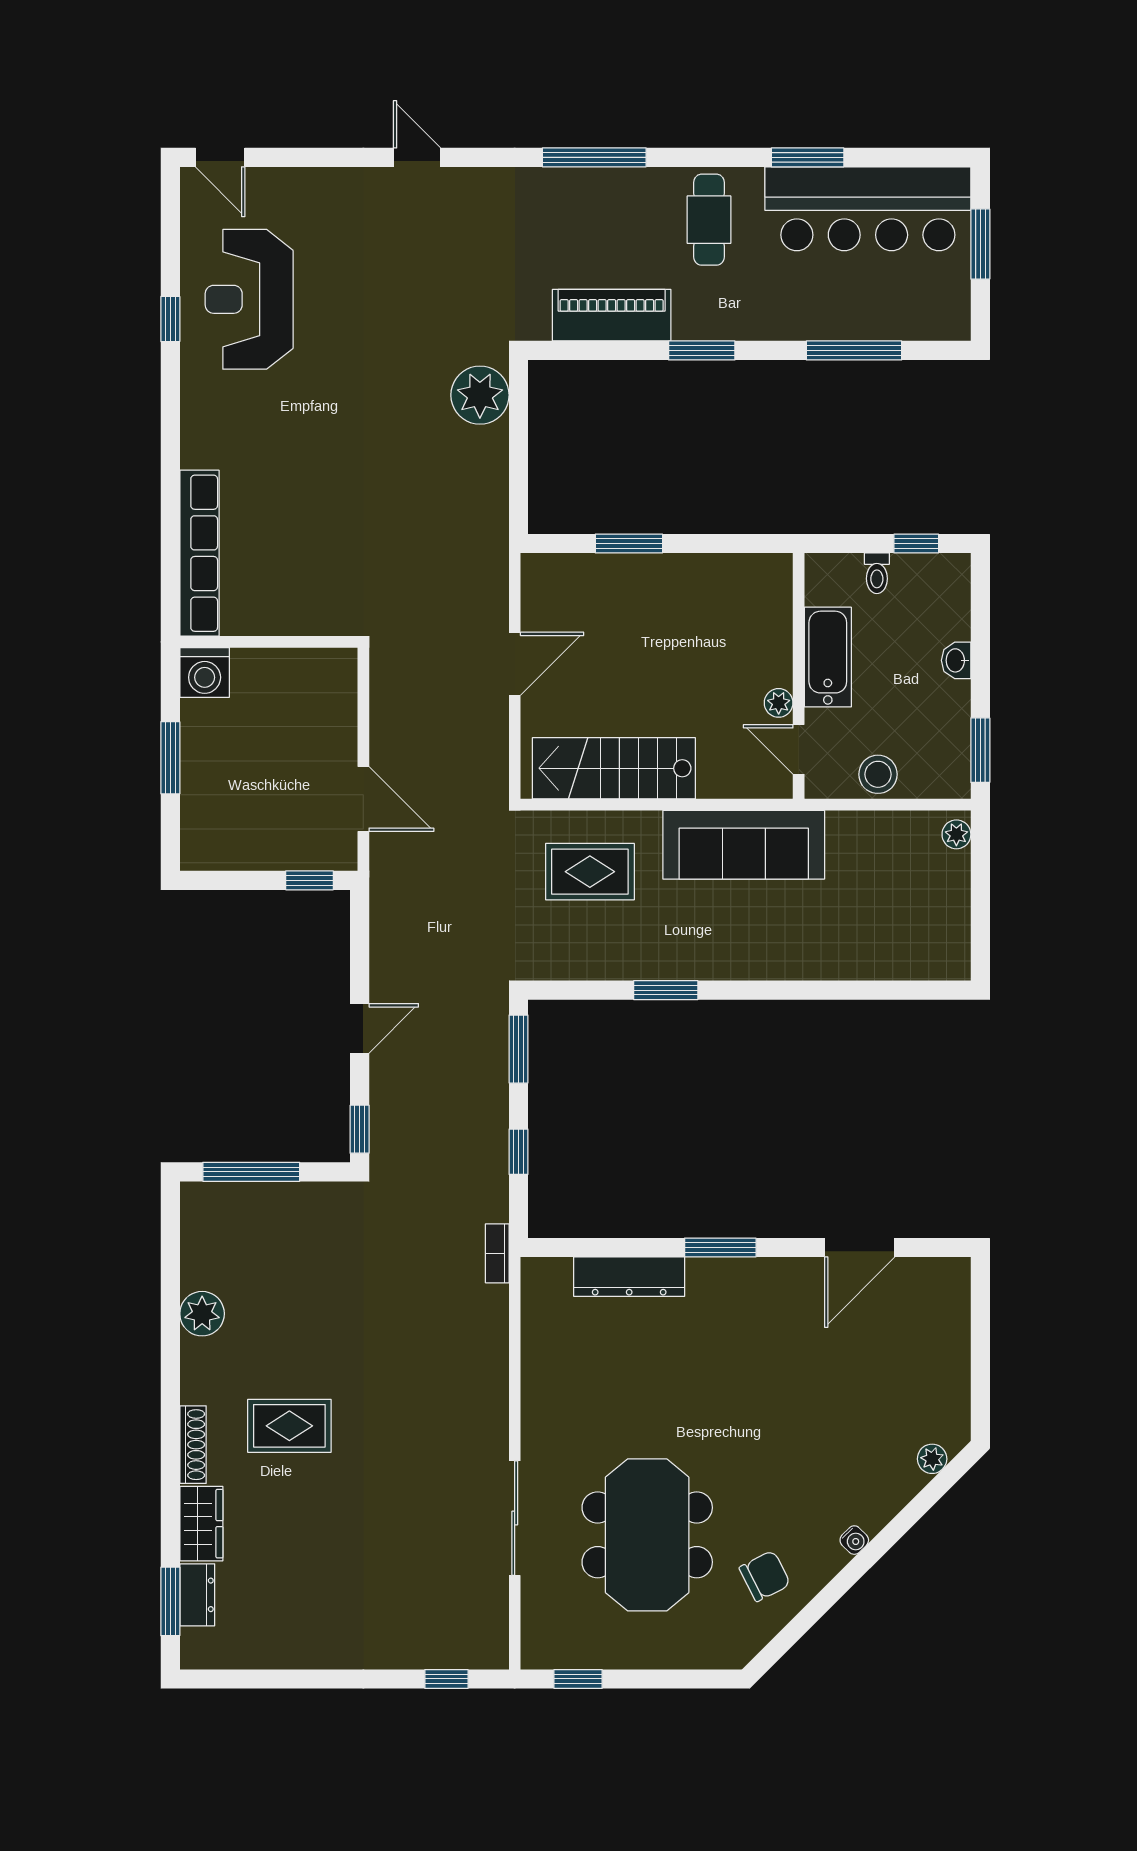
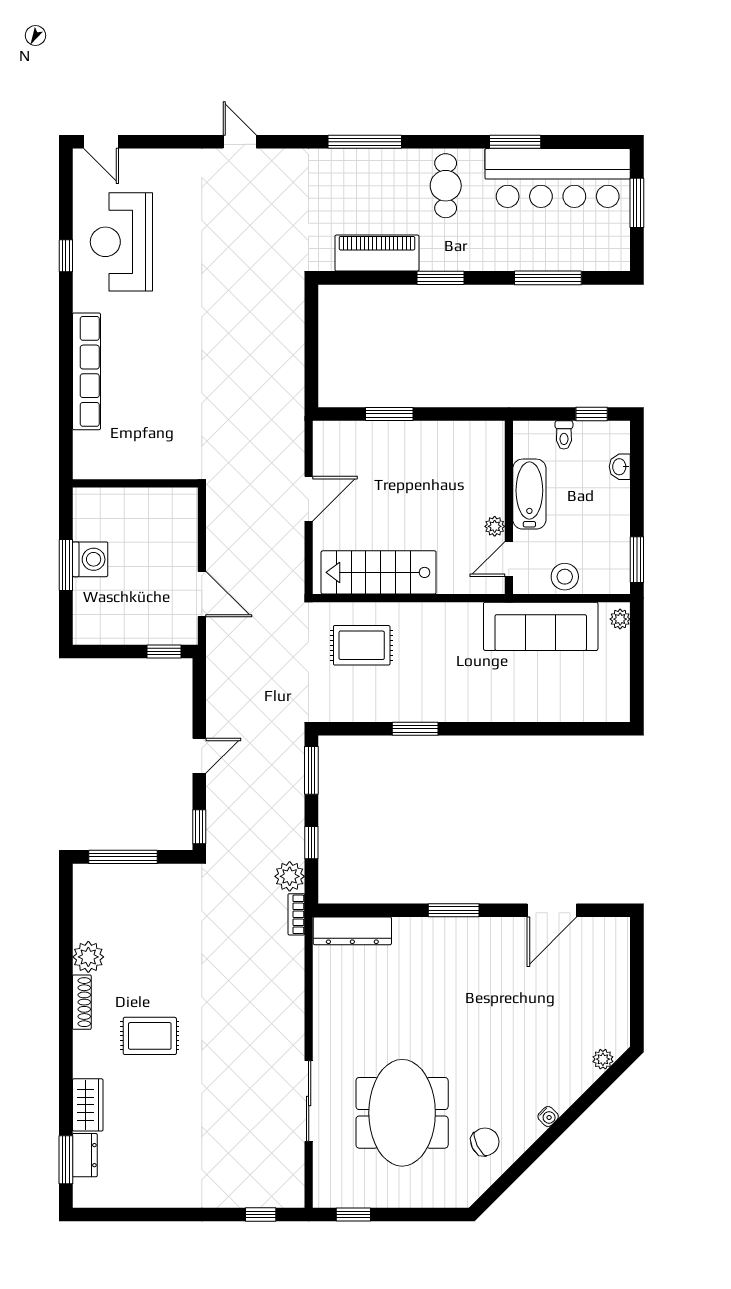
plant: (480, 395) -> (290, 876), moved, width x0.73, depth x0.73
row of seats: (199, 553) -> (86, 371), moved
washbasin: (956, 660) -> (620, 467), moved
washing machine: (205, 672) -> (90, 559), moved, turned -90
door: (799, 749) -> (509, 559), hinge flipped
sofa: (744, 845) -> (541, 626), moved
dresser: (629, 1277) -> (352, 931), moved
shoe rack: (193, 1445) -> (82, 1002), moved

